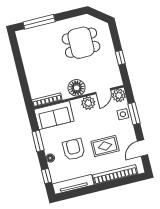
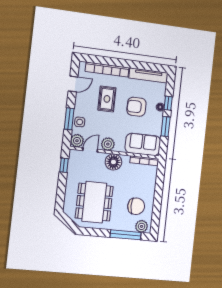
plant: (26, 35) -> (142, 226), added
dining table: (81, 43) -> (94, 202), width x1.37
chair: (39, 53) -> (136, 206), added
window: (120, 58) -> (64, 165), moved
rug: (105, 146) -> (107, 99), turned 90
armchair: (74, 149) -> (136, 107), turned 90
window: (47, 176) -> (168, 103), moved

